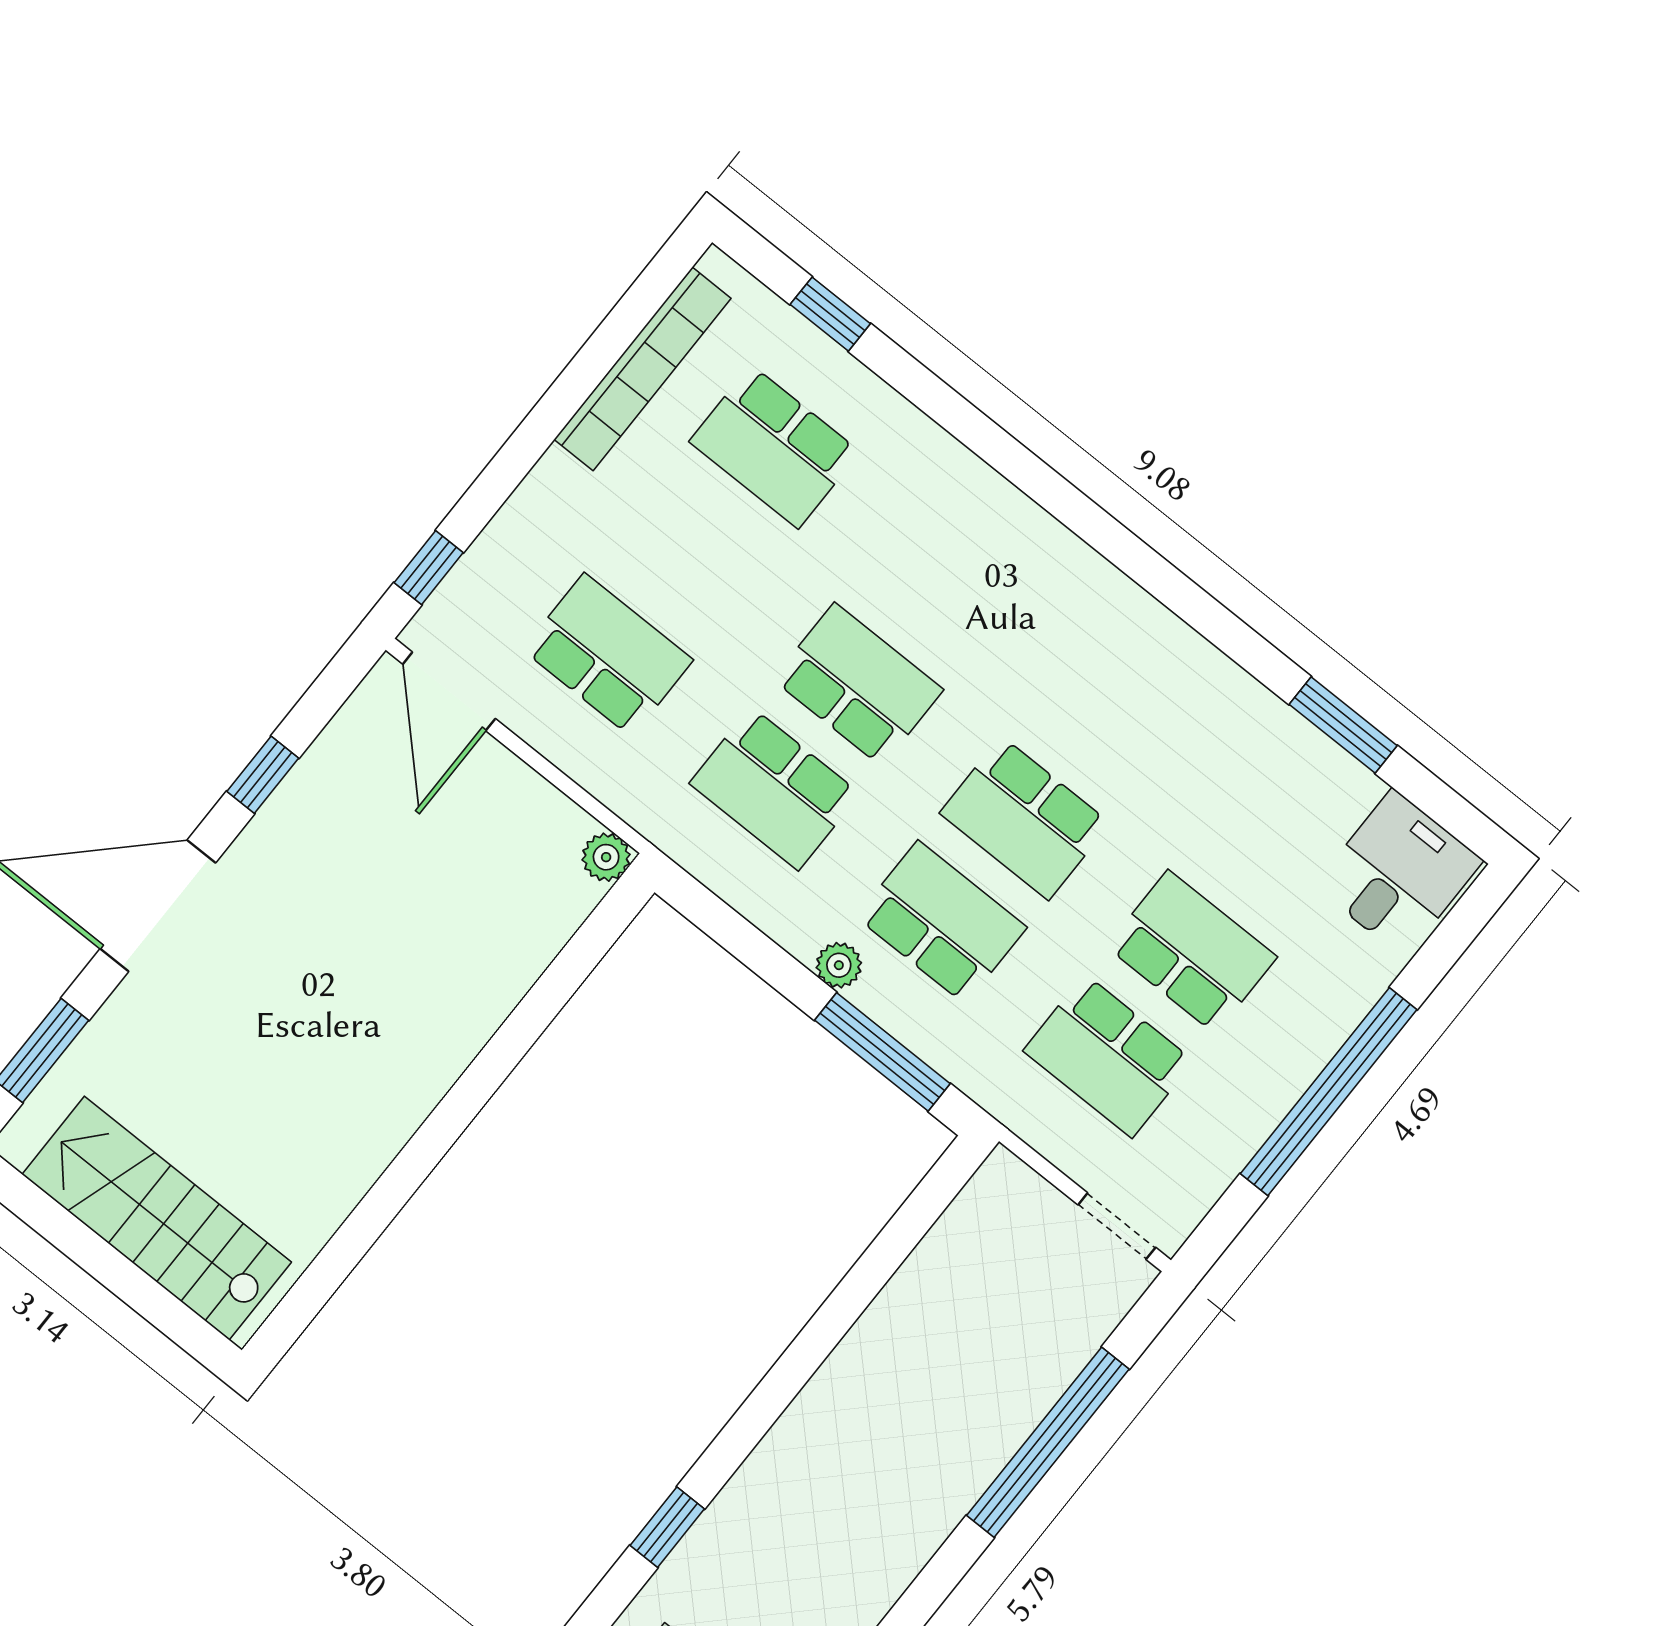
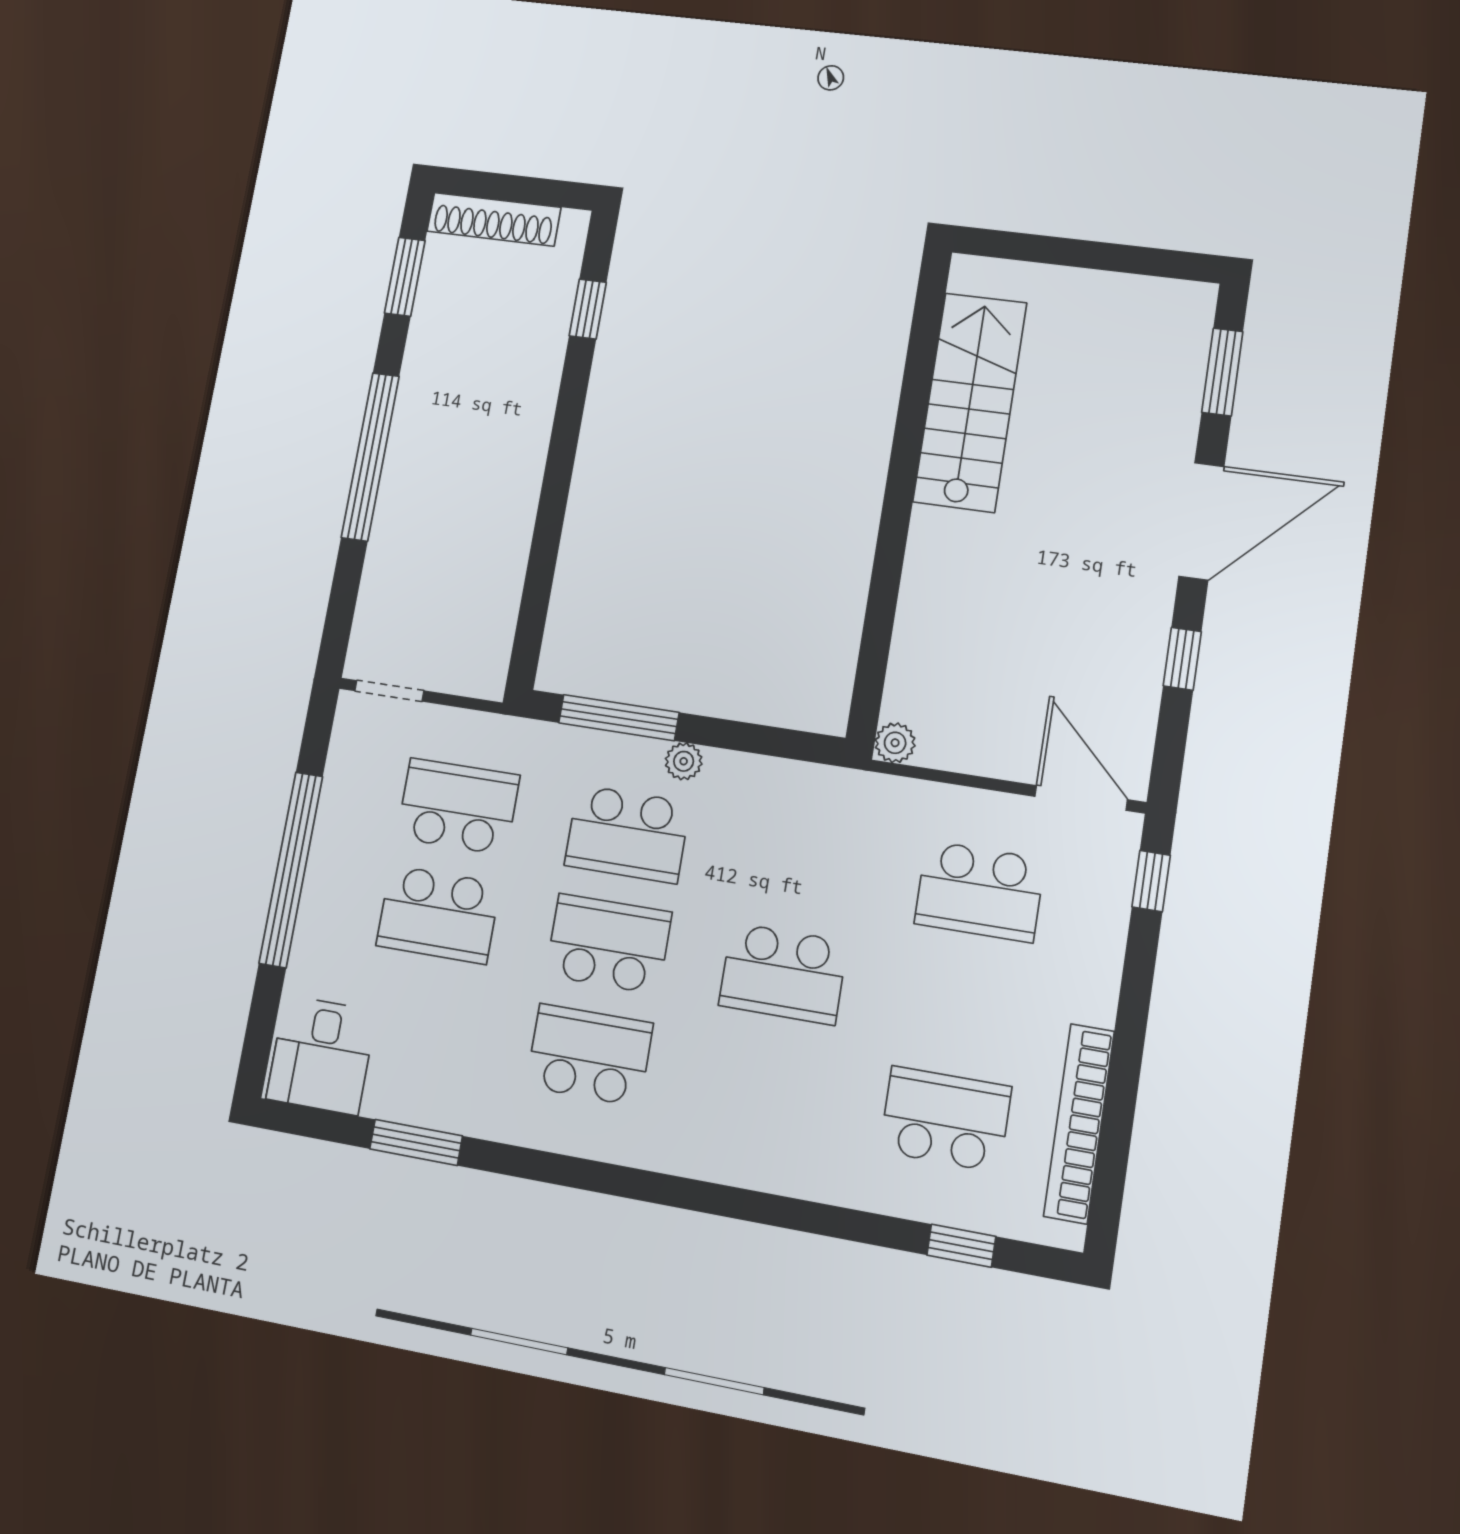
school desk: (775, 789) -> (589, 1055), moved
stairs: (157, 1218) -> (970, 402), moved, turned -90
window: (1048, 1442) -> (370, 457), moved

